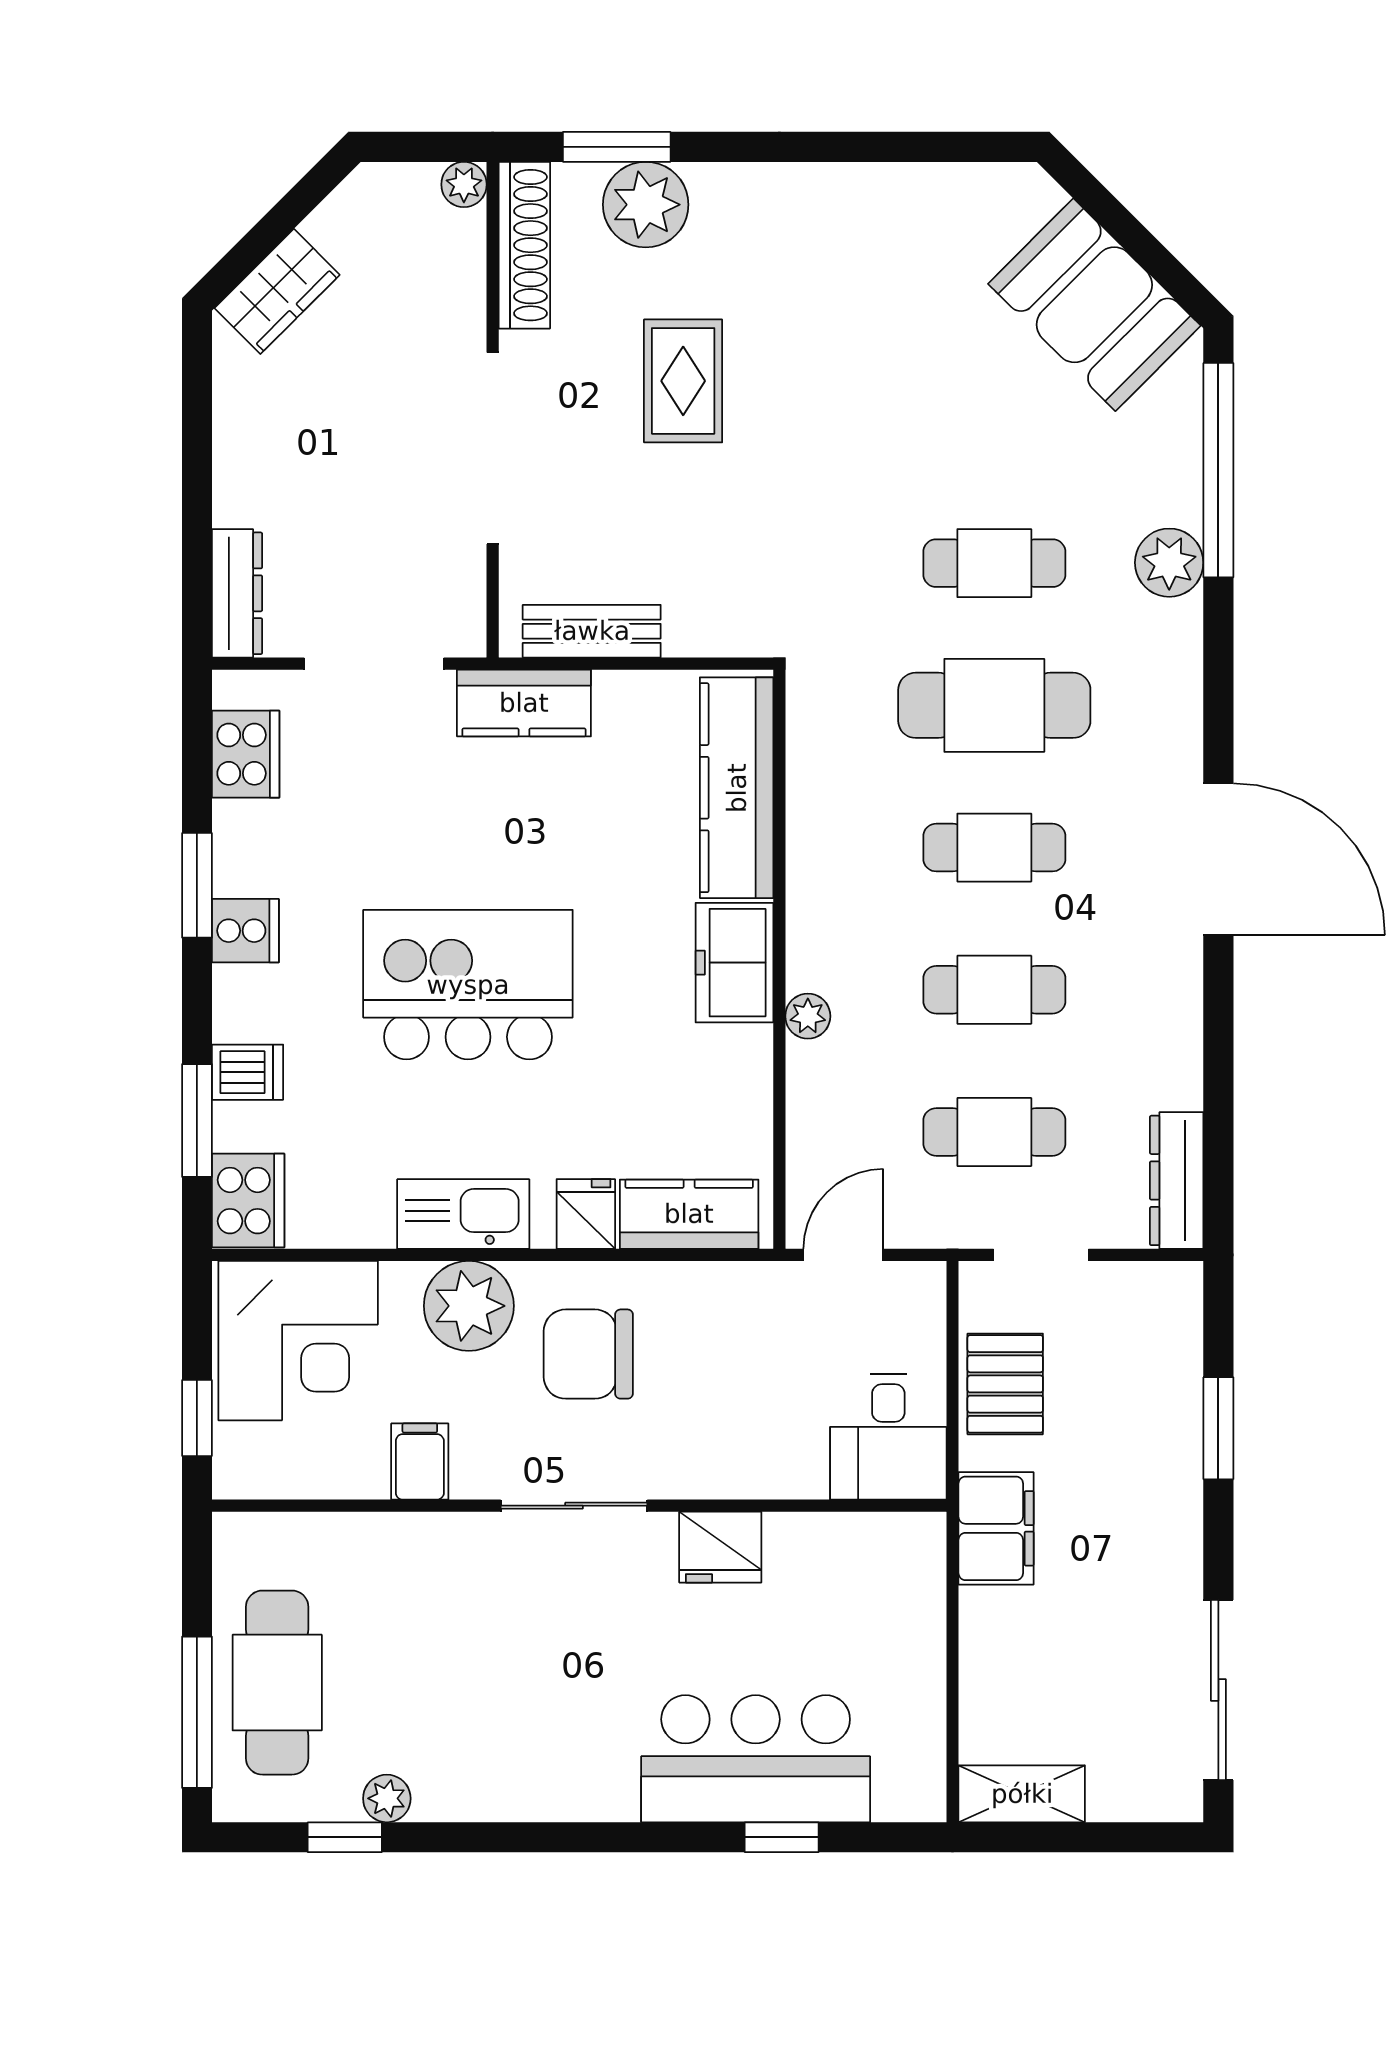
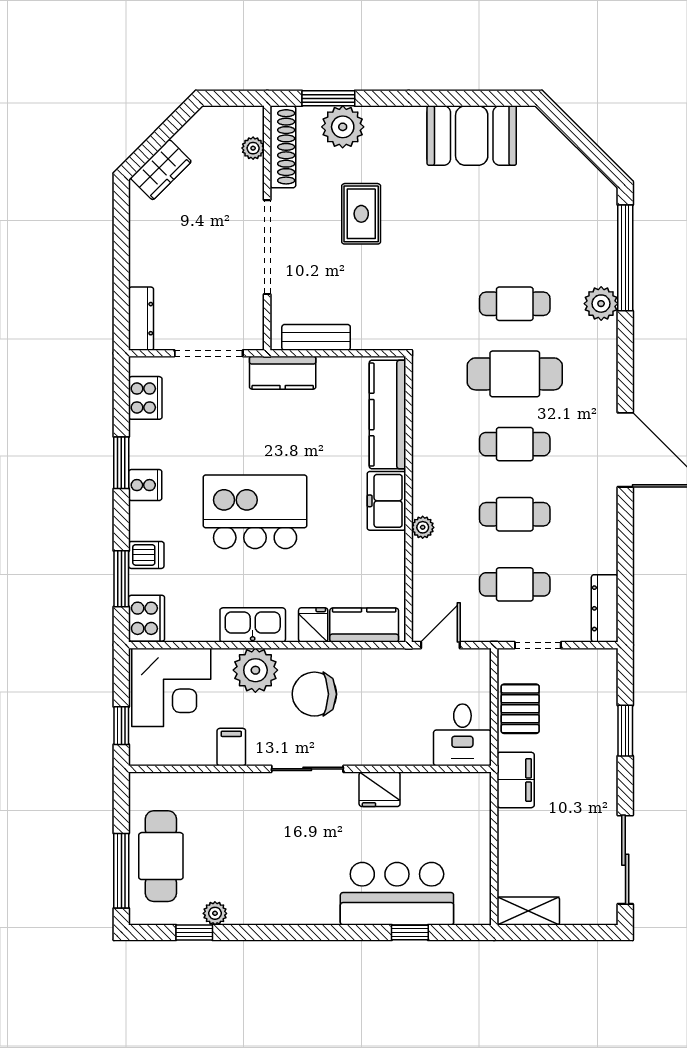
plant: (464, 184) -> (253, 148), moved
booth: (1094, 305) -> (472, 136), moved, turned -45

